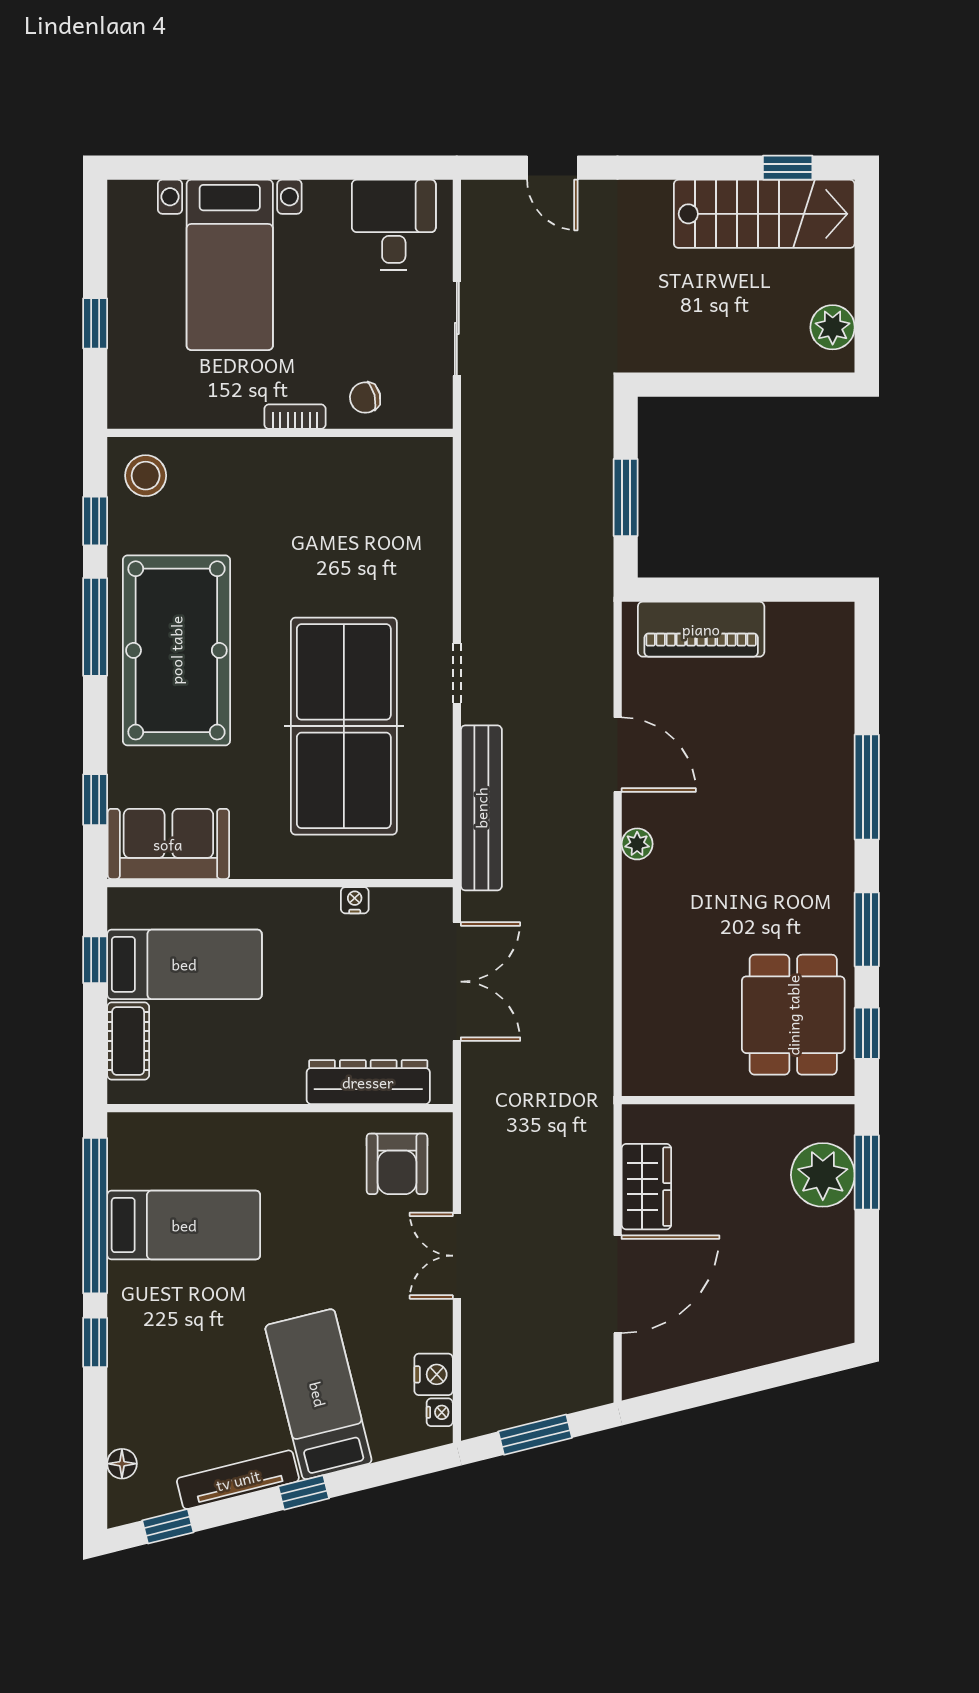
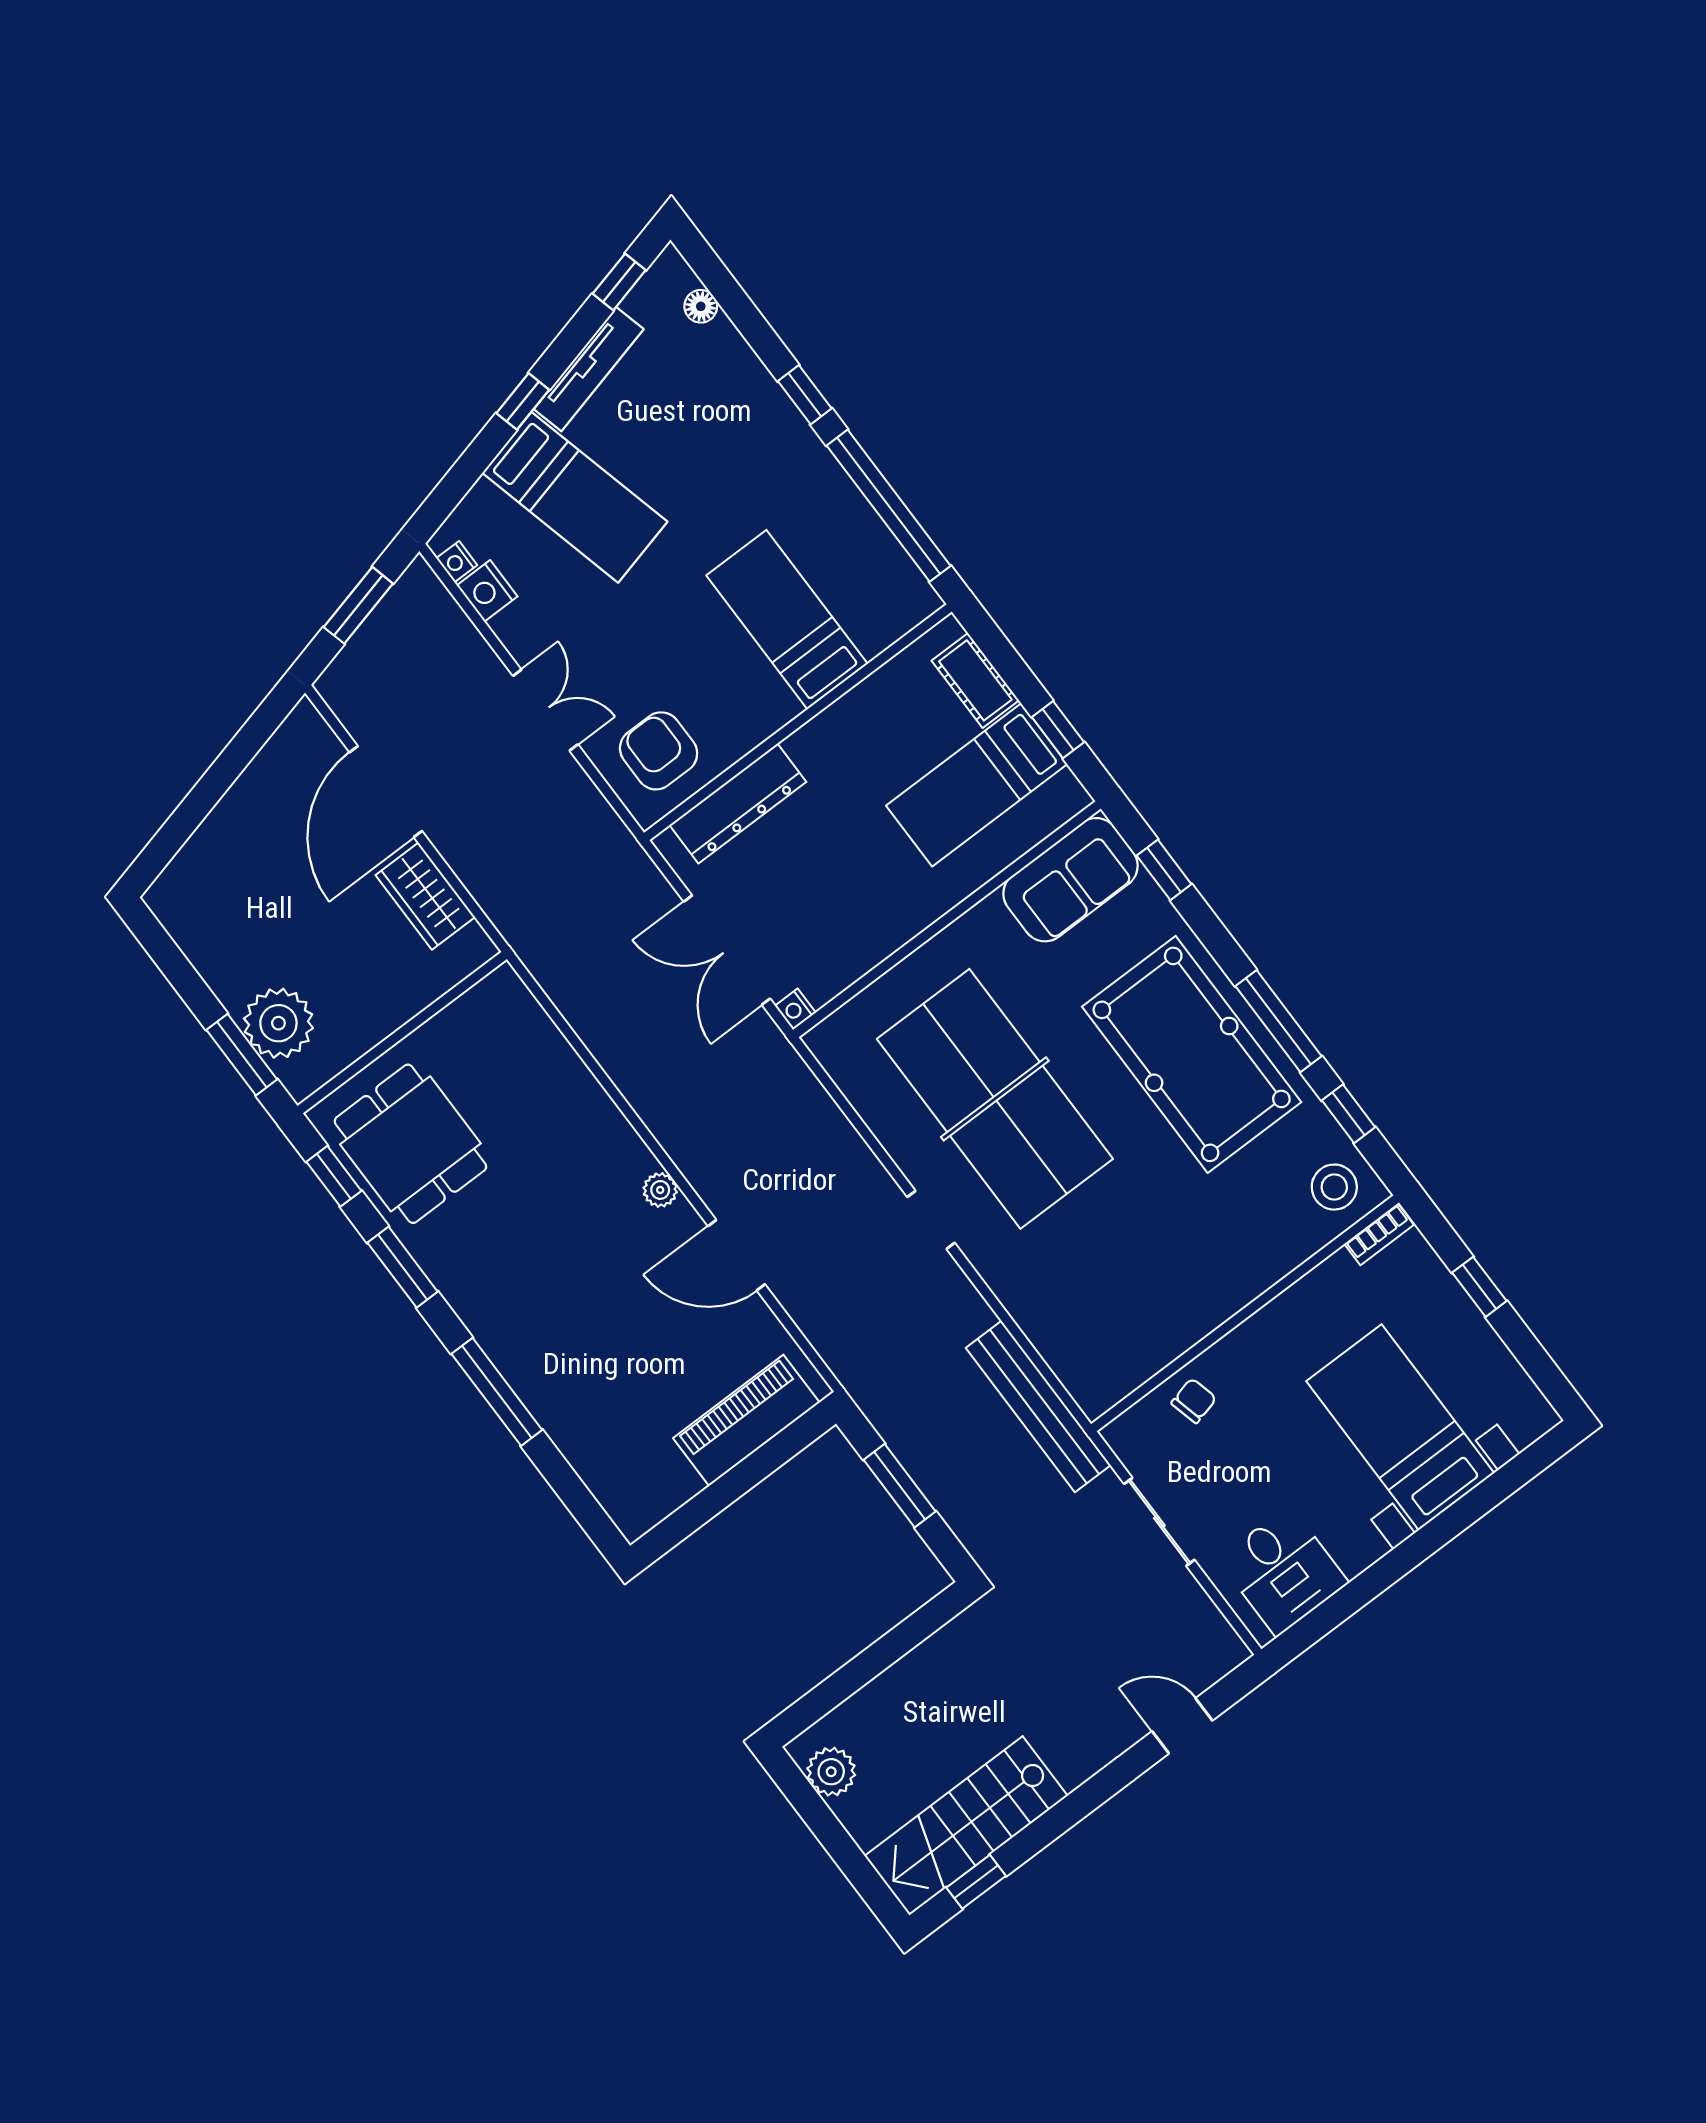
bookcase: (295, 417) -> (1379, 1234), moved
bench: (481, 808) -> (1038, 1406), moved
nightstand: (355, 900) -> (795, 1009), moved, turned 90
bed: (184, 1225) -> (787, 620), moved, turned 90

